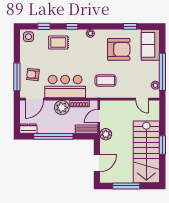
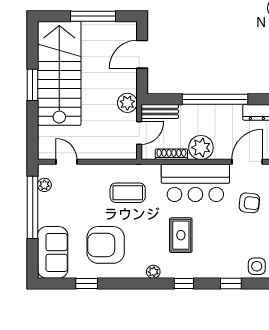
rug: (58, 42) -> (181, 235), moved, turned 90

